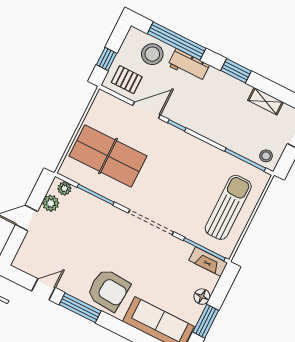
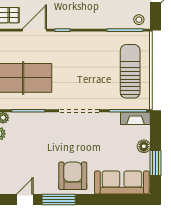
armchair: (108, 290) -> (73, 176), turned -94

